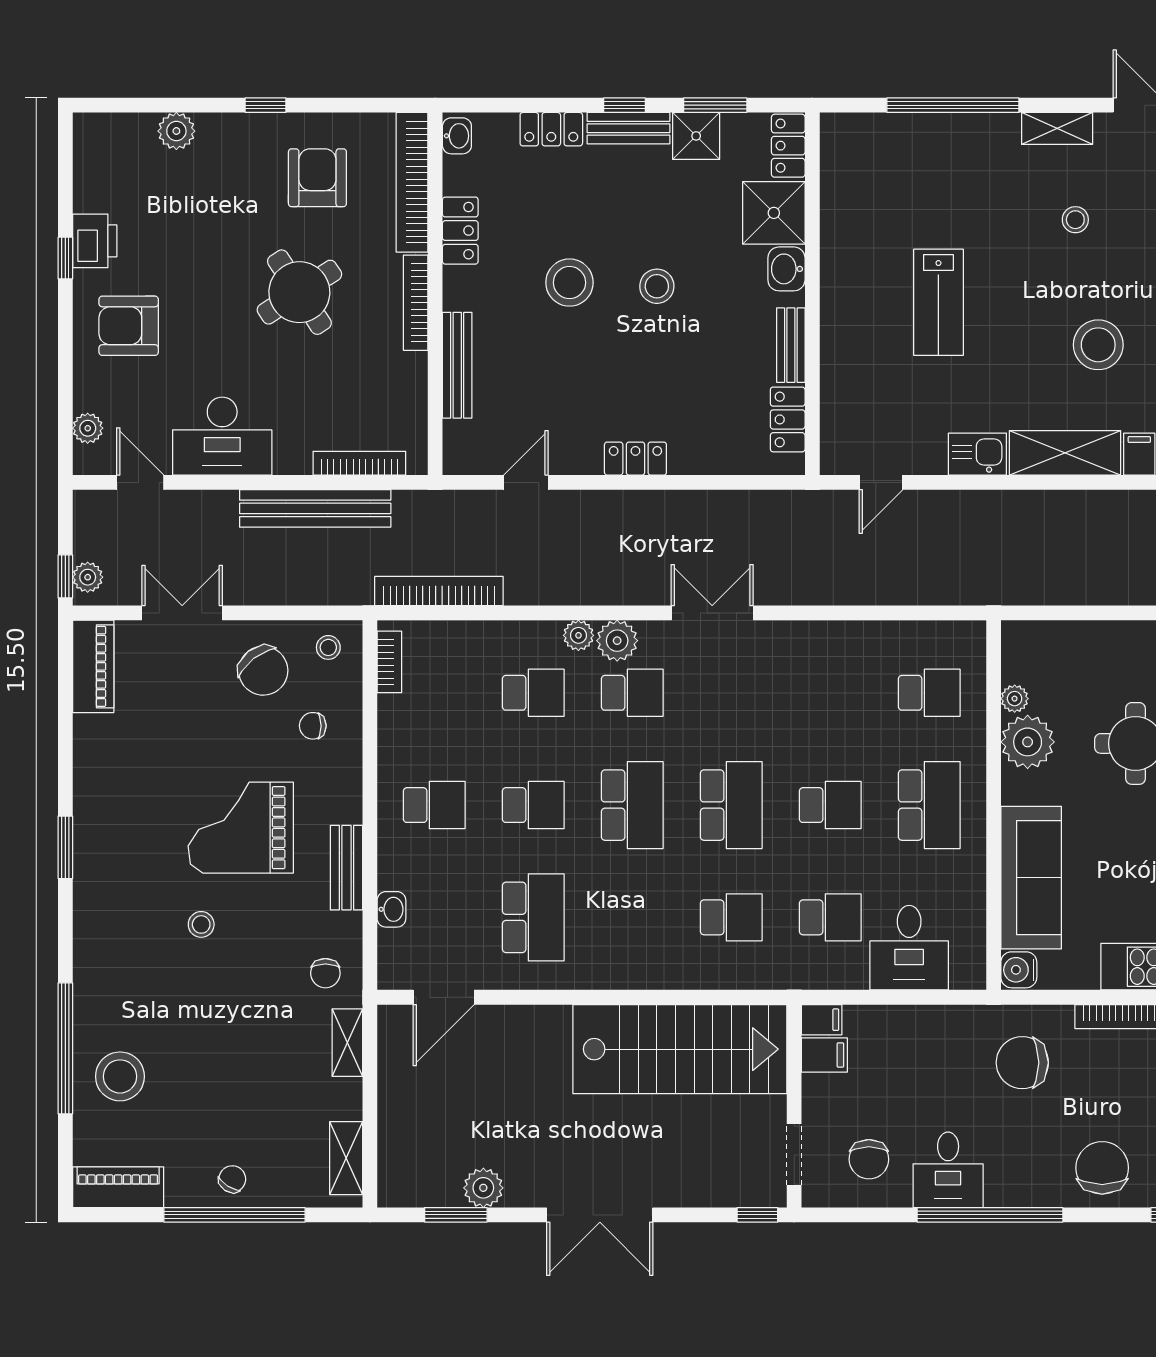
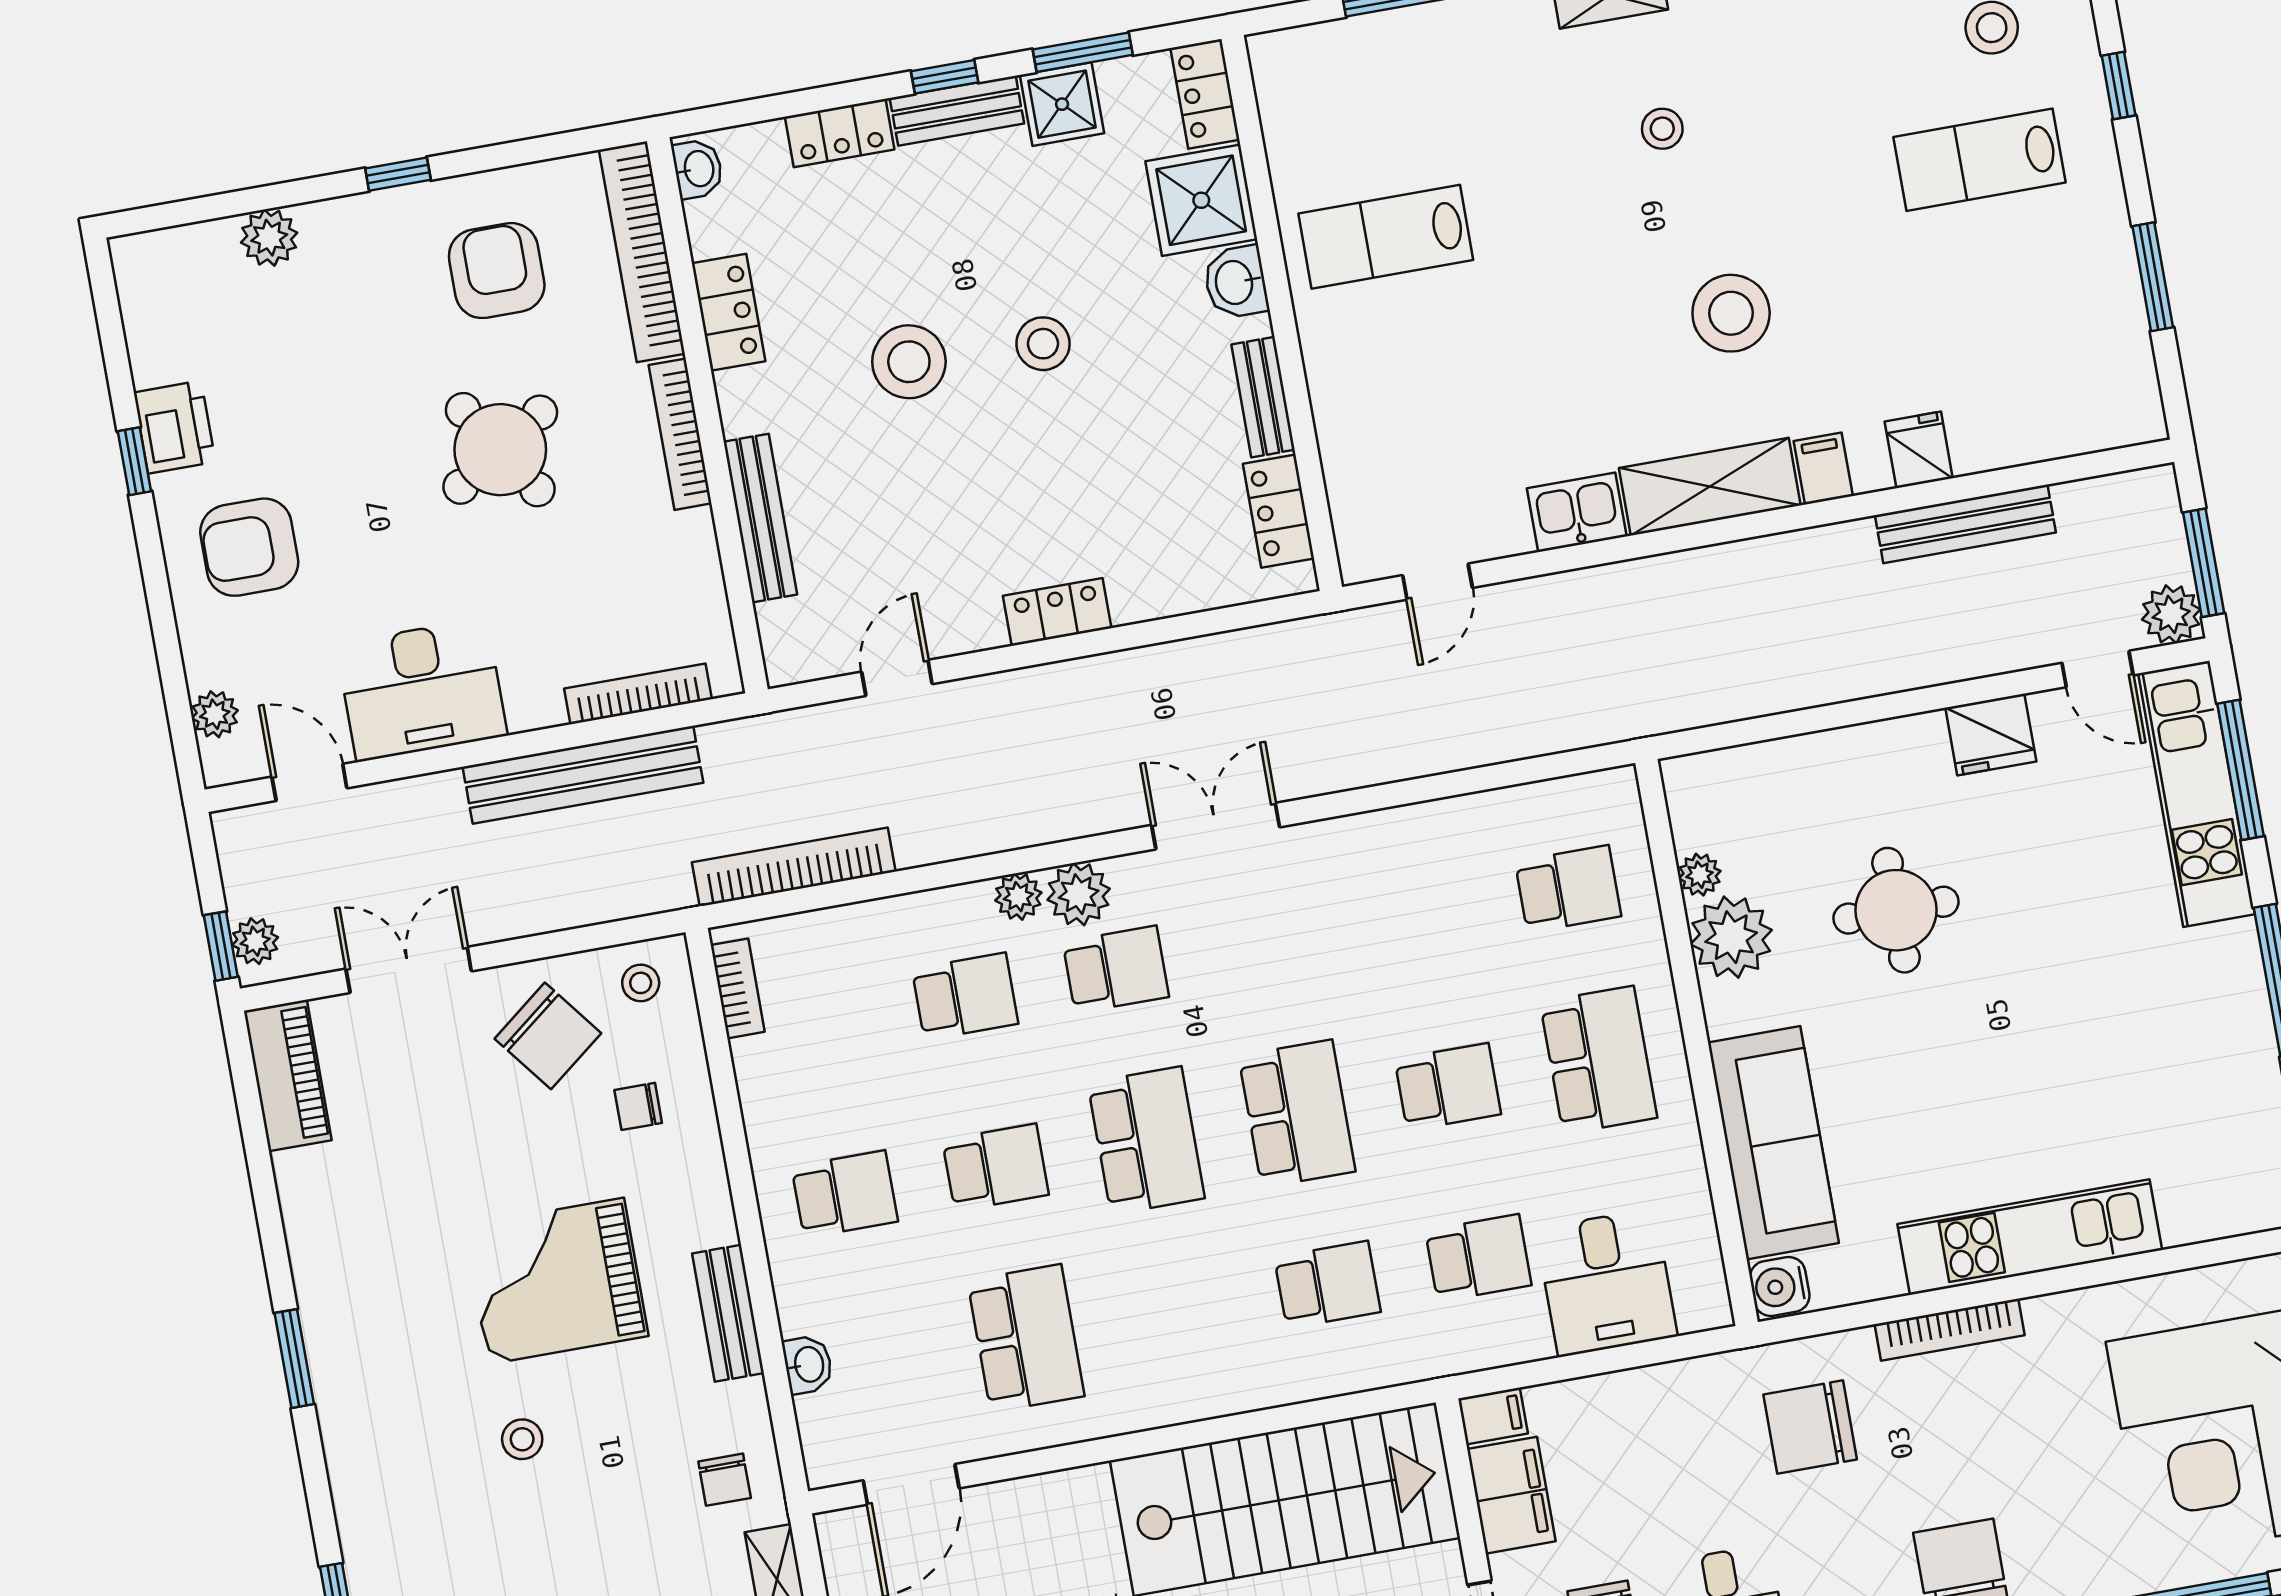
lab bench: (938, 302) -> (1386, 237), moved, turned 90
filing cabinet: (824, 1055) -> (1511, 1495), width x2.00

